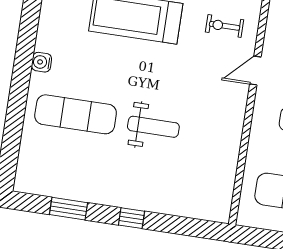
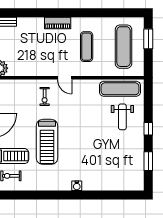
exercise mat: (76, 114) -> (120, 89), moved, turned 90
weight bench: (153, 127) -> (122, 117), moved, turned 180

